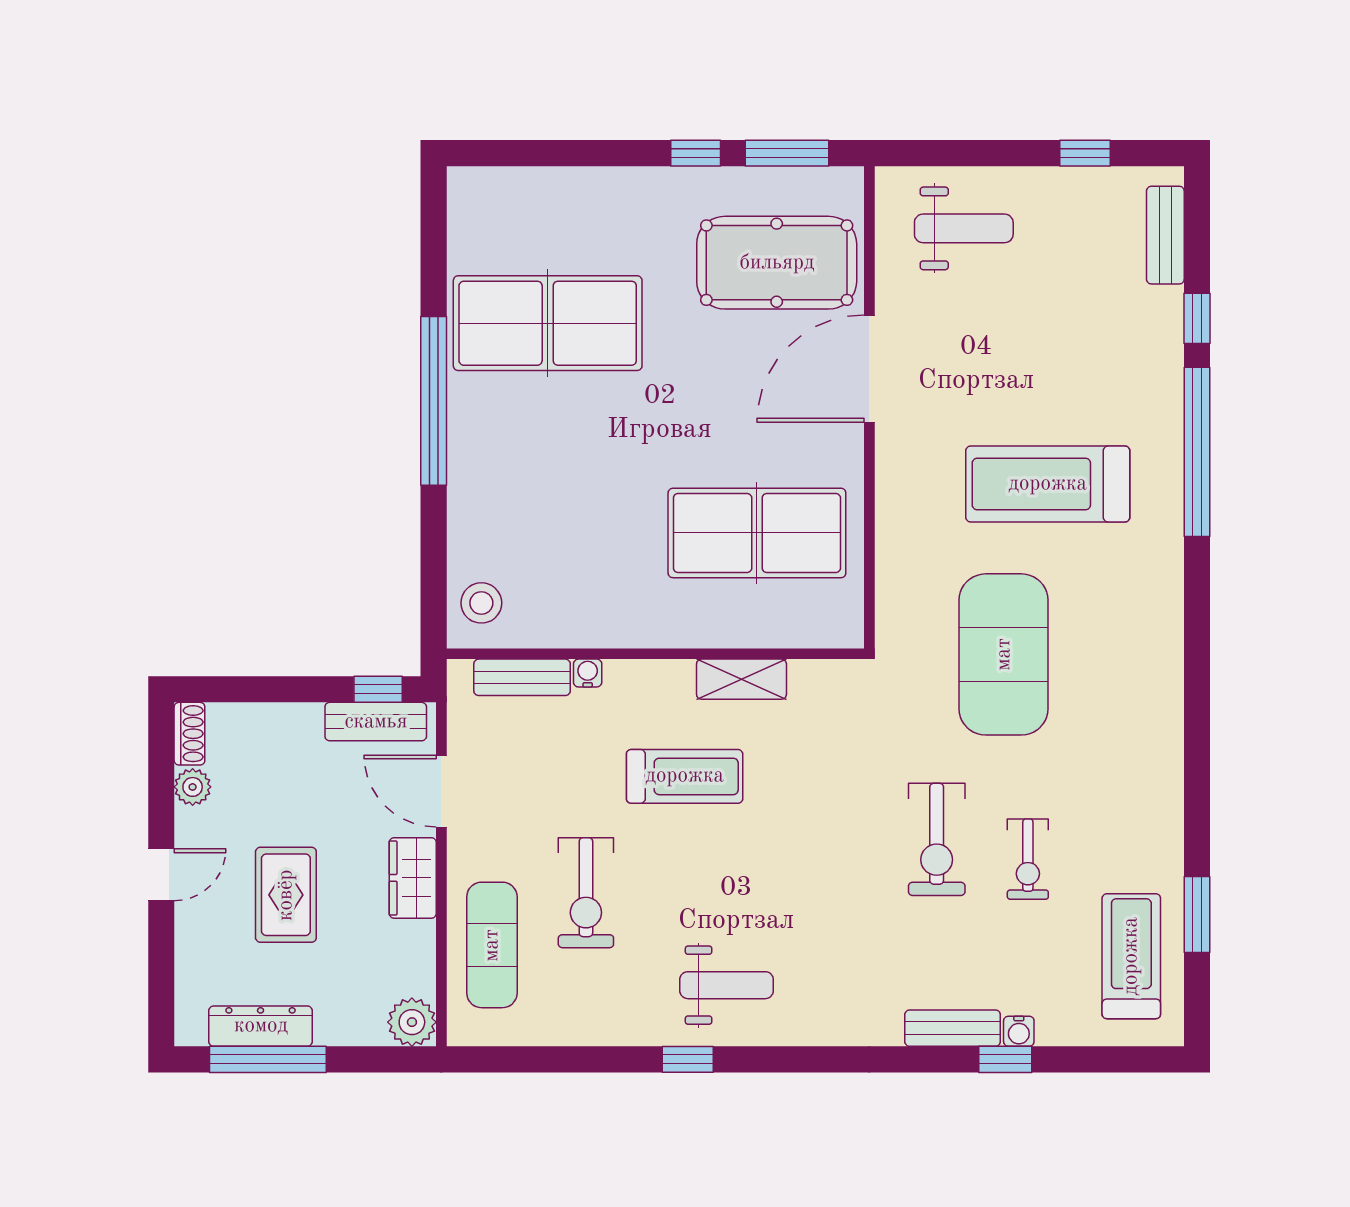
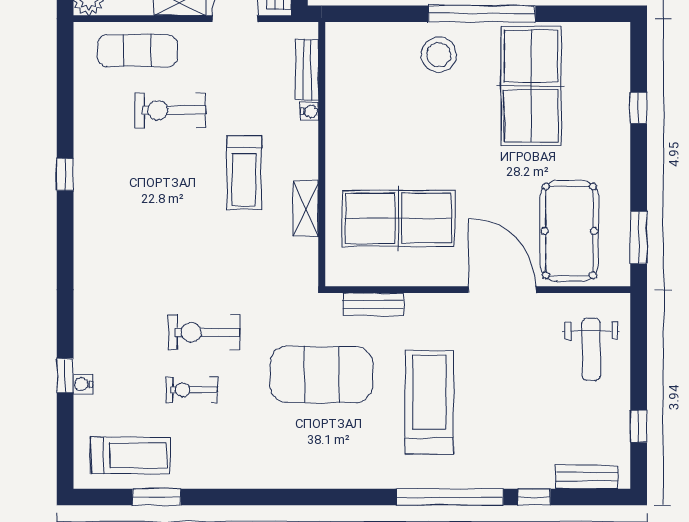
window: (696, 153) -> (639, 108), moved
table tennis table: (757, 533) -> (398, 218), turned 90
stool: (481, 603) -> (439, 55), moved, width x1.38, depth x1.38
weight bench: (727, 985) -> (112, 199), removed
bench: (953, 1028) -> (373, 304), moved, turned 90

